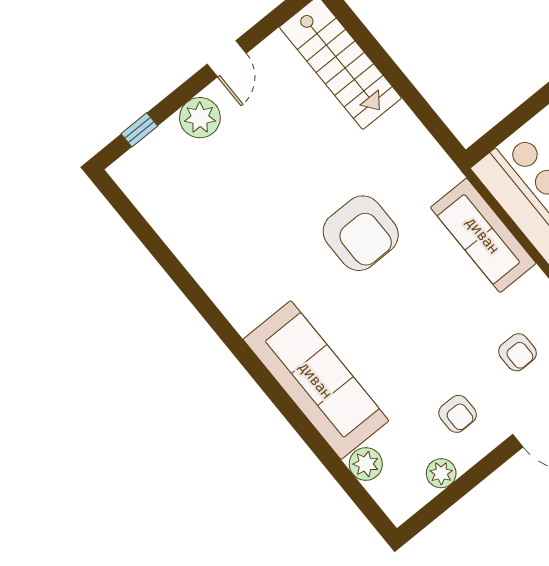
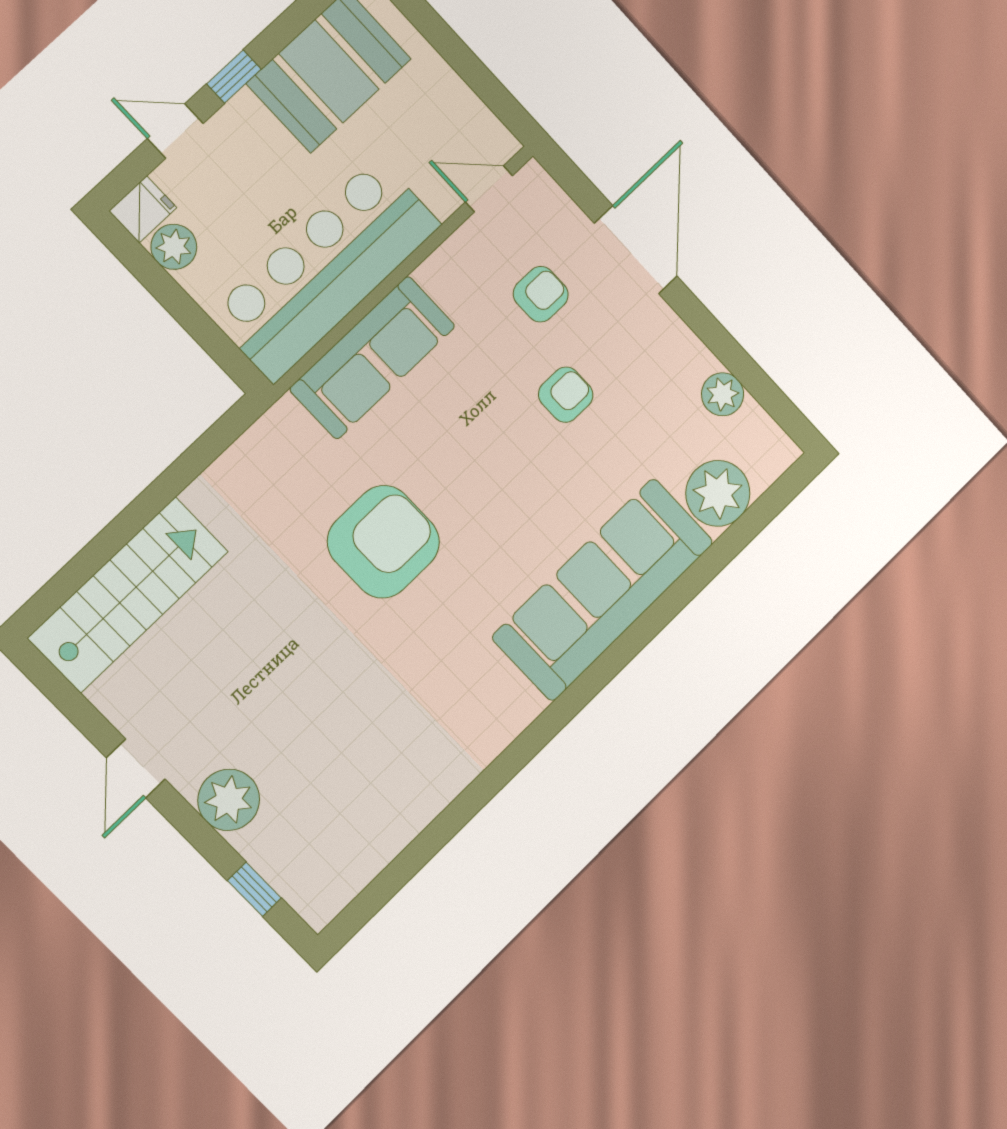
door: (227, 59) -> (136, 768), swing flipped
armchair: (458, 414) -> (566, 395), moved
plant: (366, 464) -> (718, 493), width x1.36, depth x1.36

